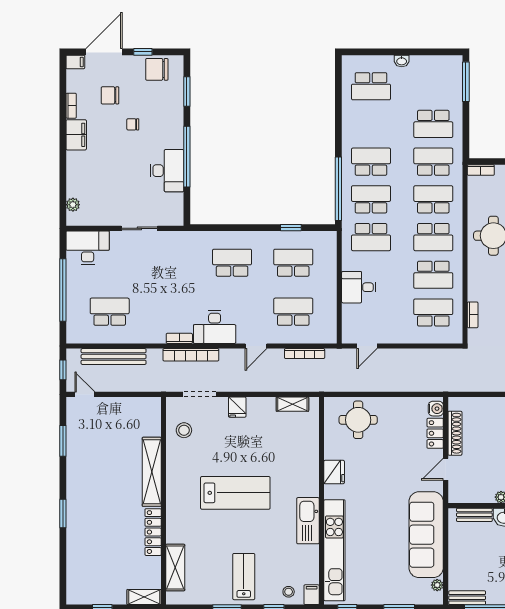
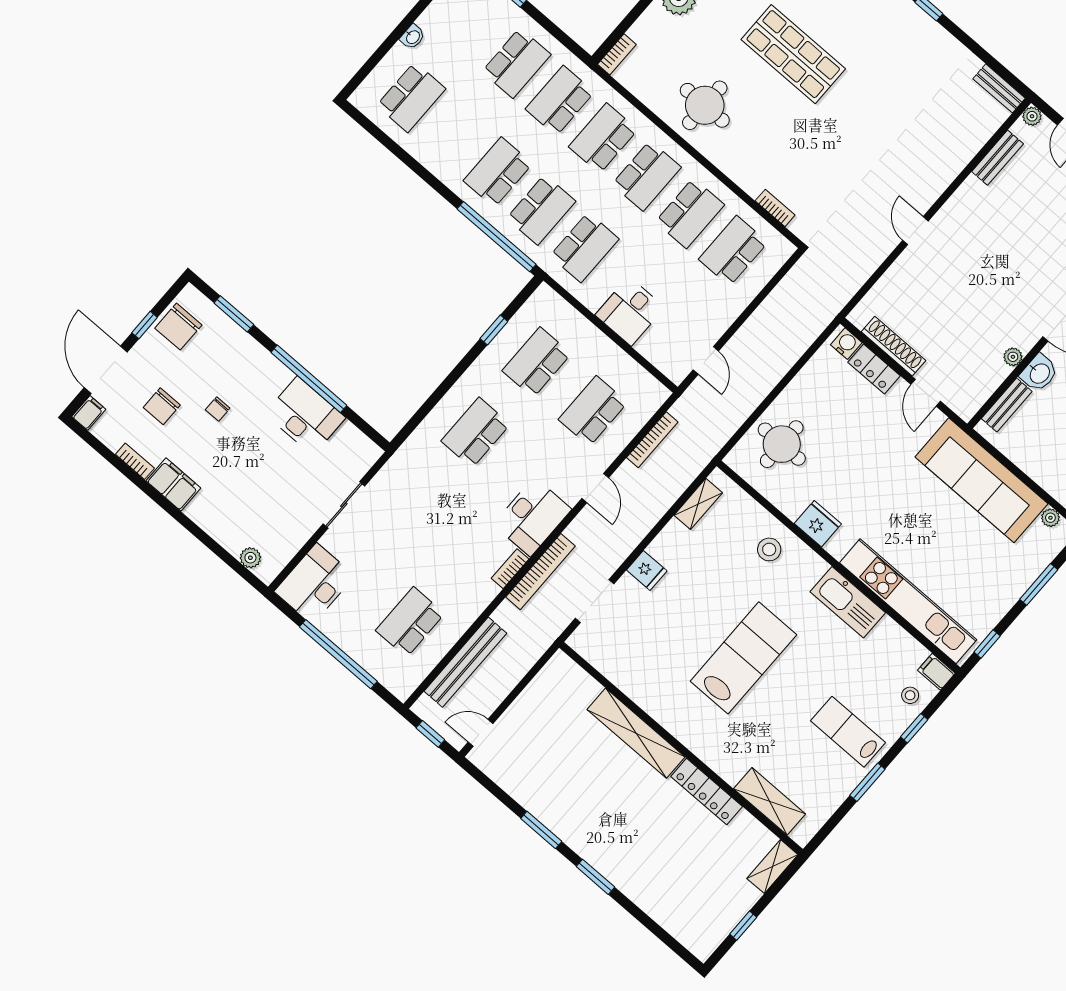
school desk: (371, 199) -> (541, 210), turned 180
stool: (184, 430) -> (769, 549), moved
window: (63, 441) -> (541, 830), moved

